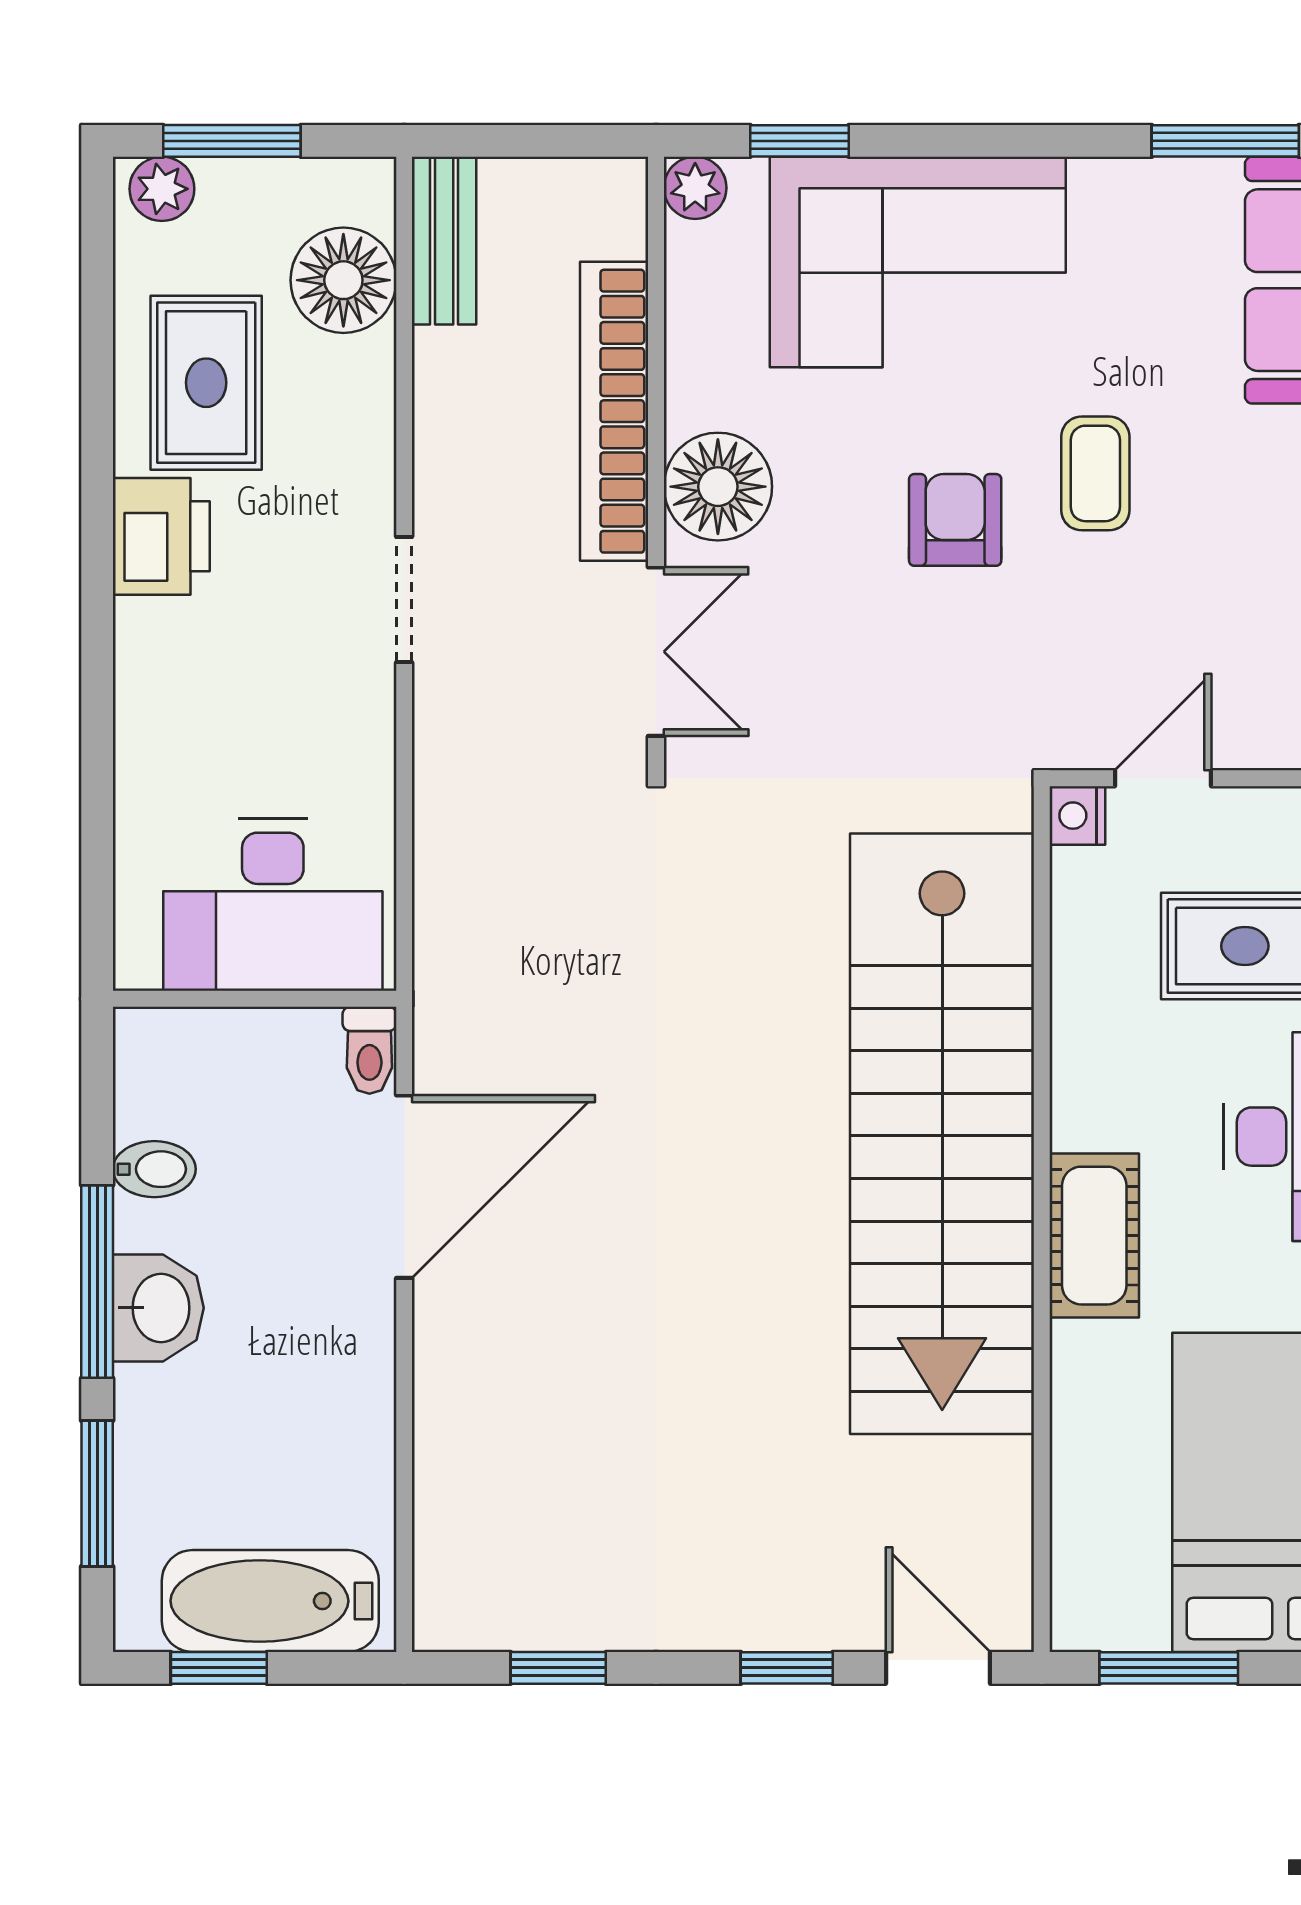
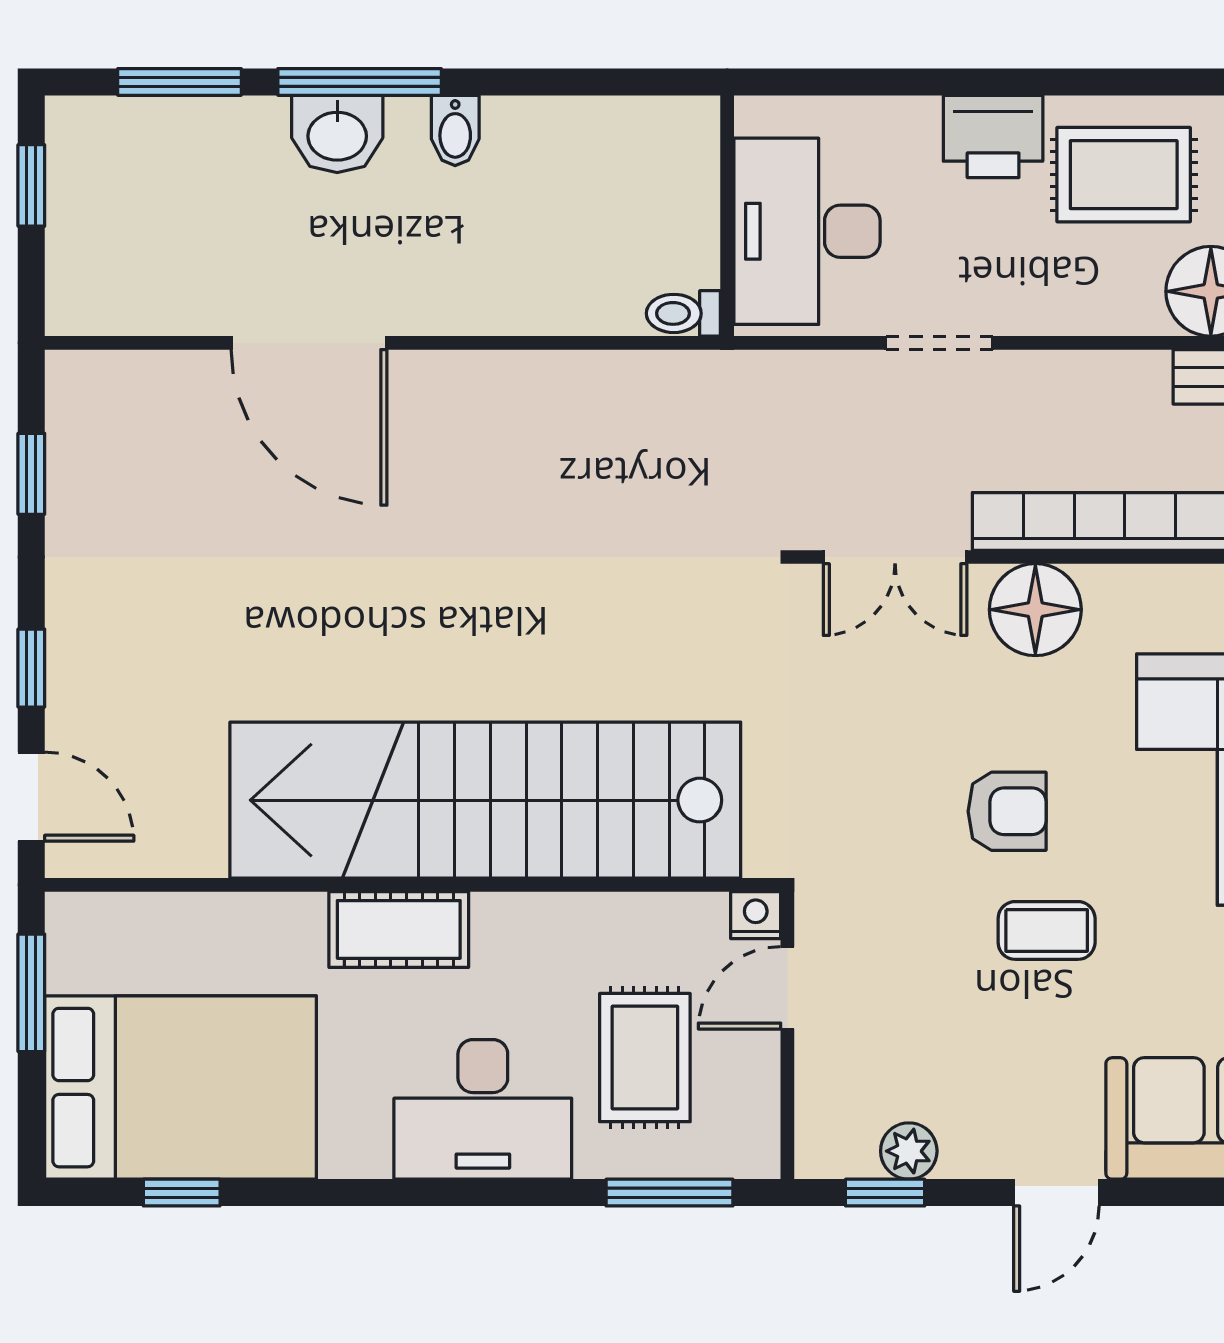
door: (1163, 778) -> (787, 988), swing flipped
desk: (273, 905) -> (807, 231), moved
wall: (255, 999) -> (727, 216), moved
toilet: (369, 1050) -> (683, 313), moved
door: (404, 1187) -> (309, 343), moved
bathtub: (270, 1601) -> (88, 229), removed
door: (938, 1668) -> (31, 797), hinge flipped

